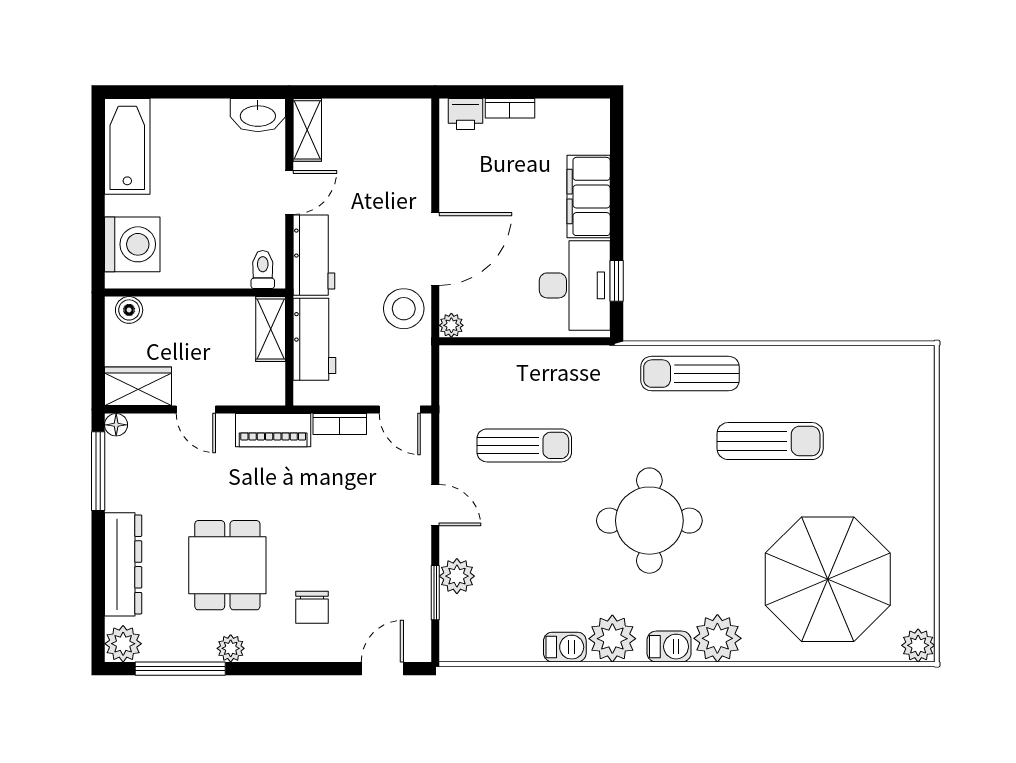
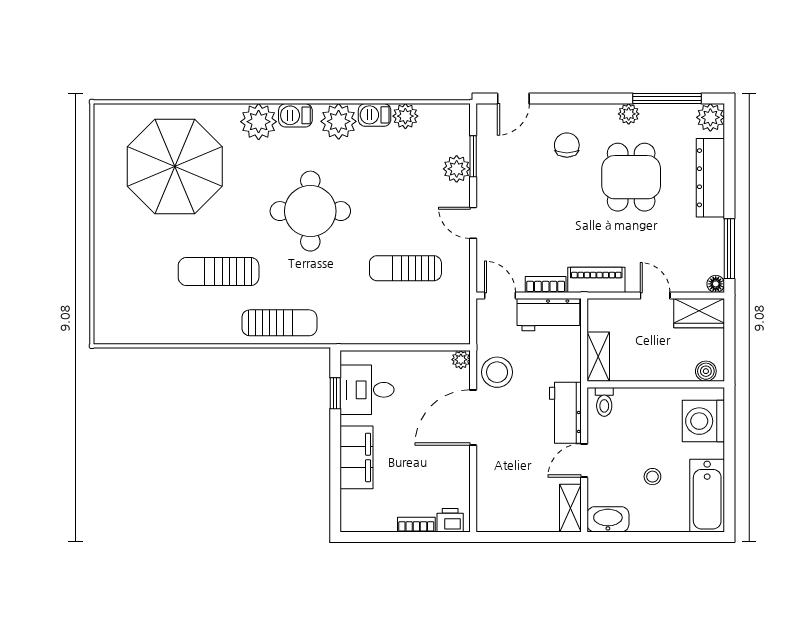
stool: (199, 171) -> (652, 477), added
desk: (575, 285) -> (367, 390), width x0.73
workbench: (314, 339) -> (548, 315), moved, turned -90
plant: (918, 645) -> (405, 116), moved

